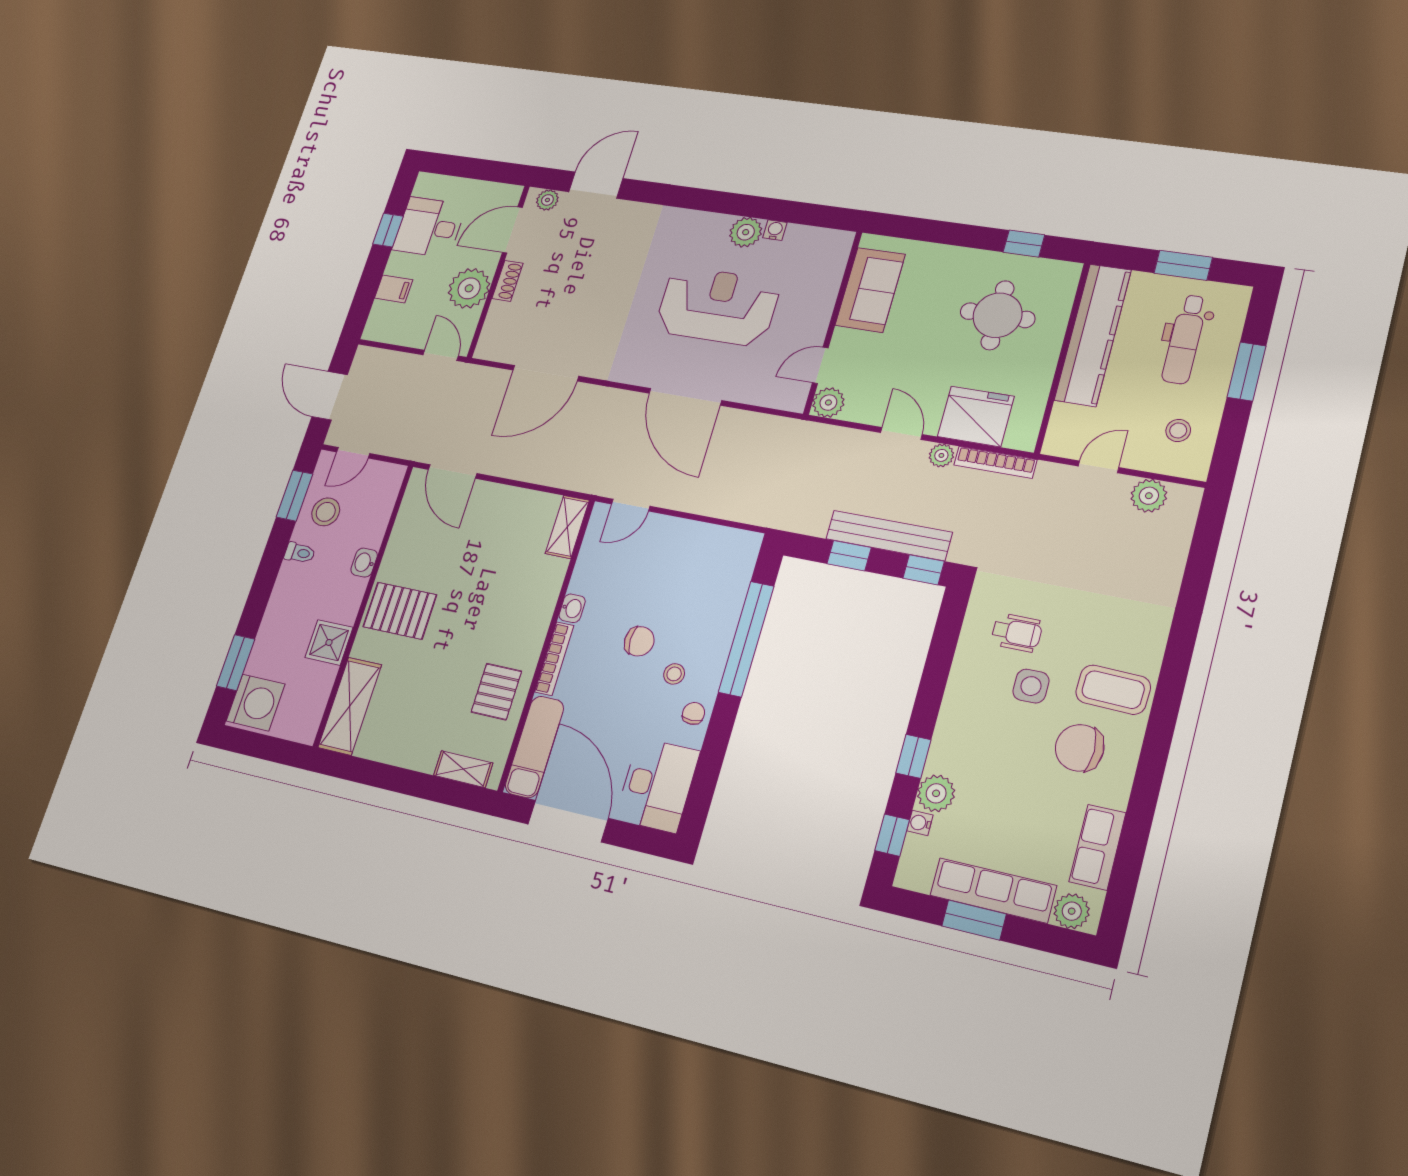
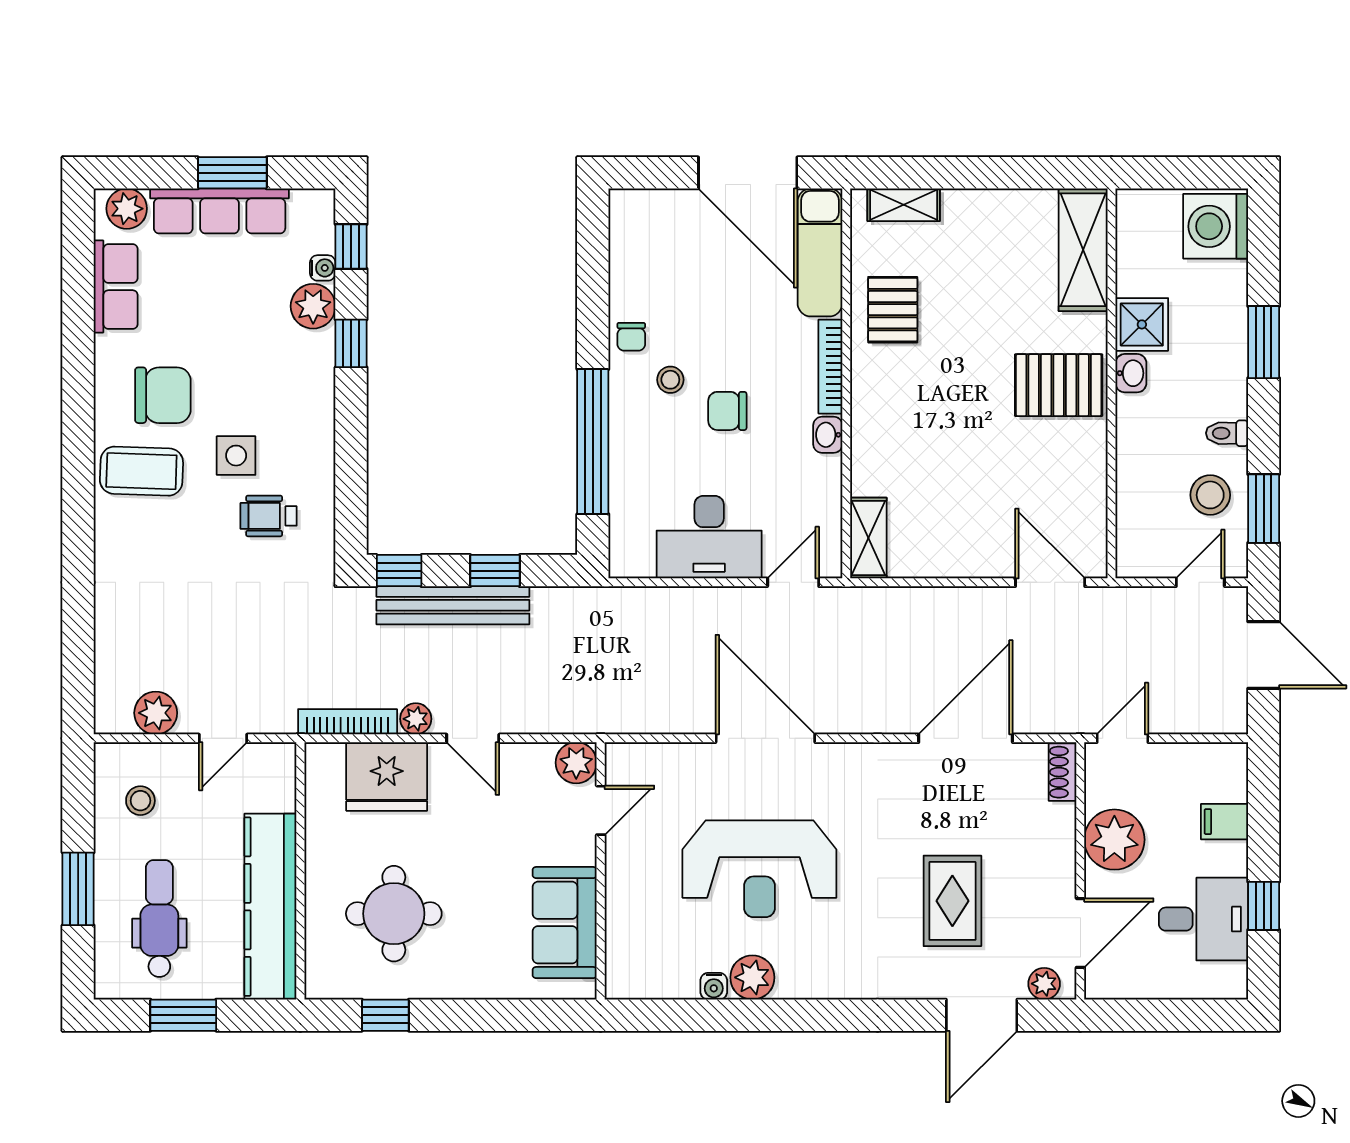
rug: (591, 264) -> (952, 901), added
shoe rack: (508, 281) -> (1062, 772), moved
door: (441, 355) -> (1123, 738), swing flipped
washbasin: (364, 563) -> (1131, 373), moved
window: (236, 663) -> (1264, 342), moved
desk: (657, 785) -> (709, 537), moved, turned -90

